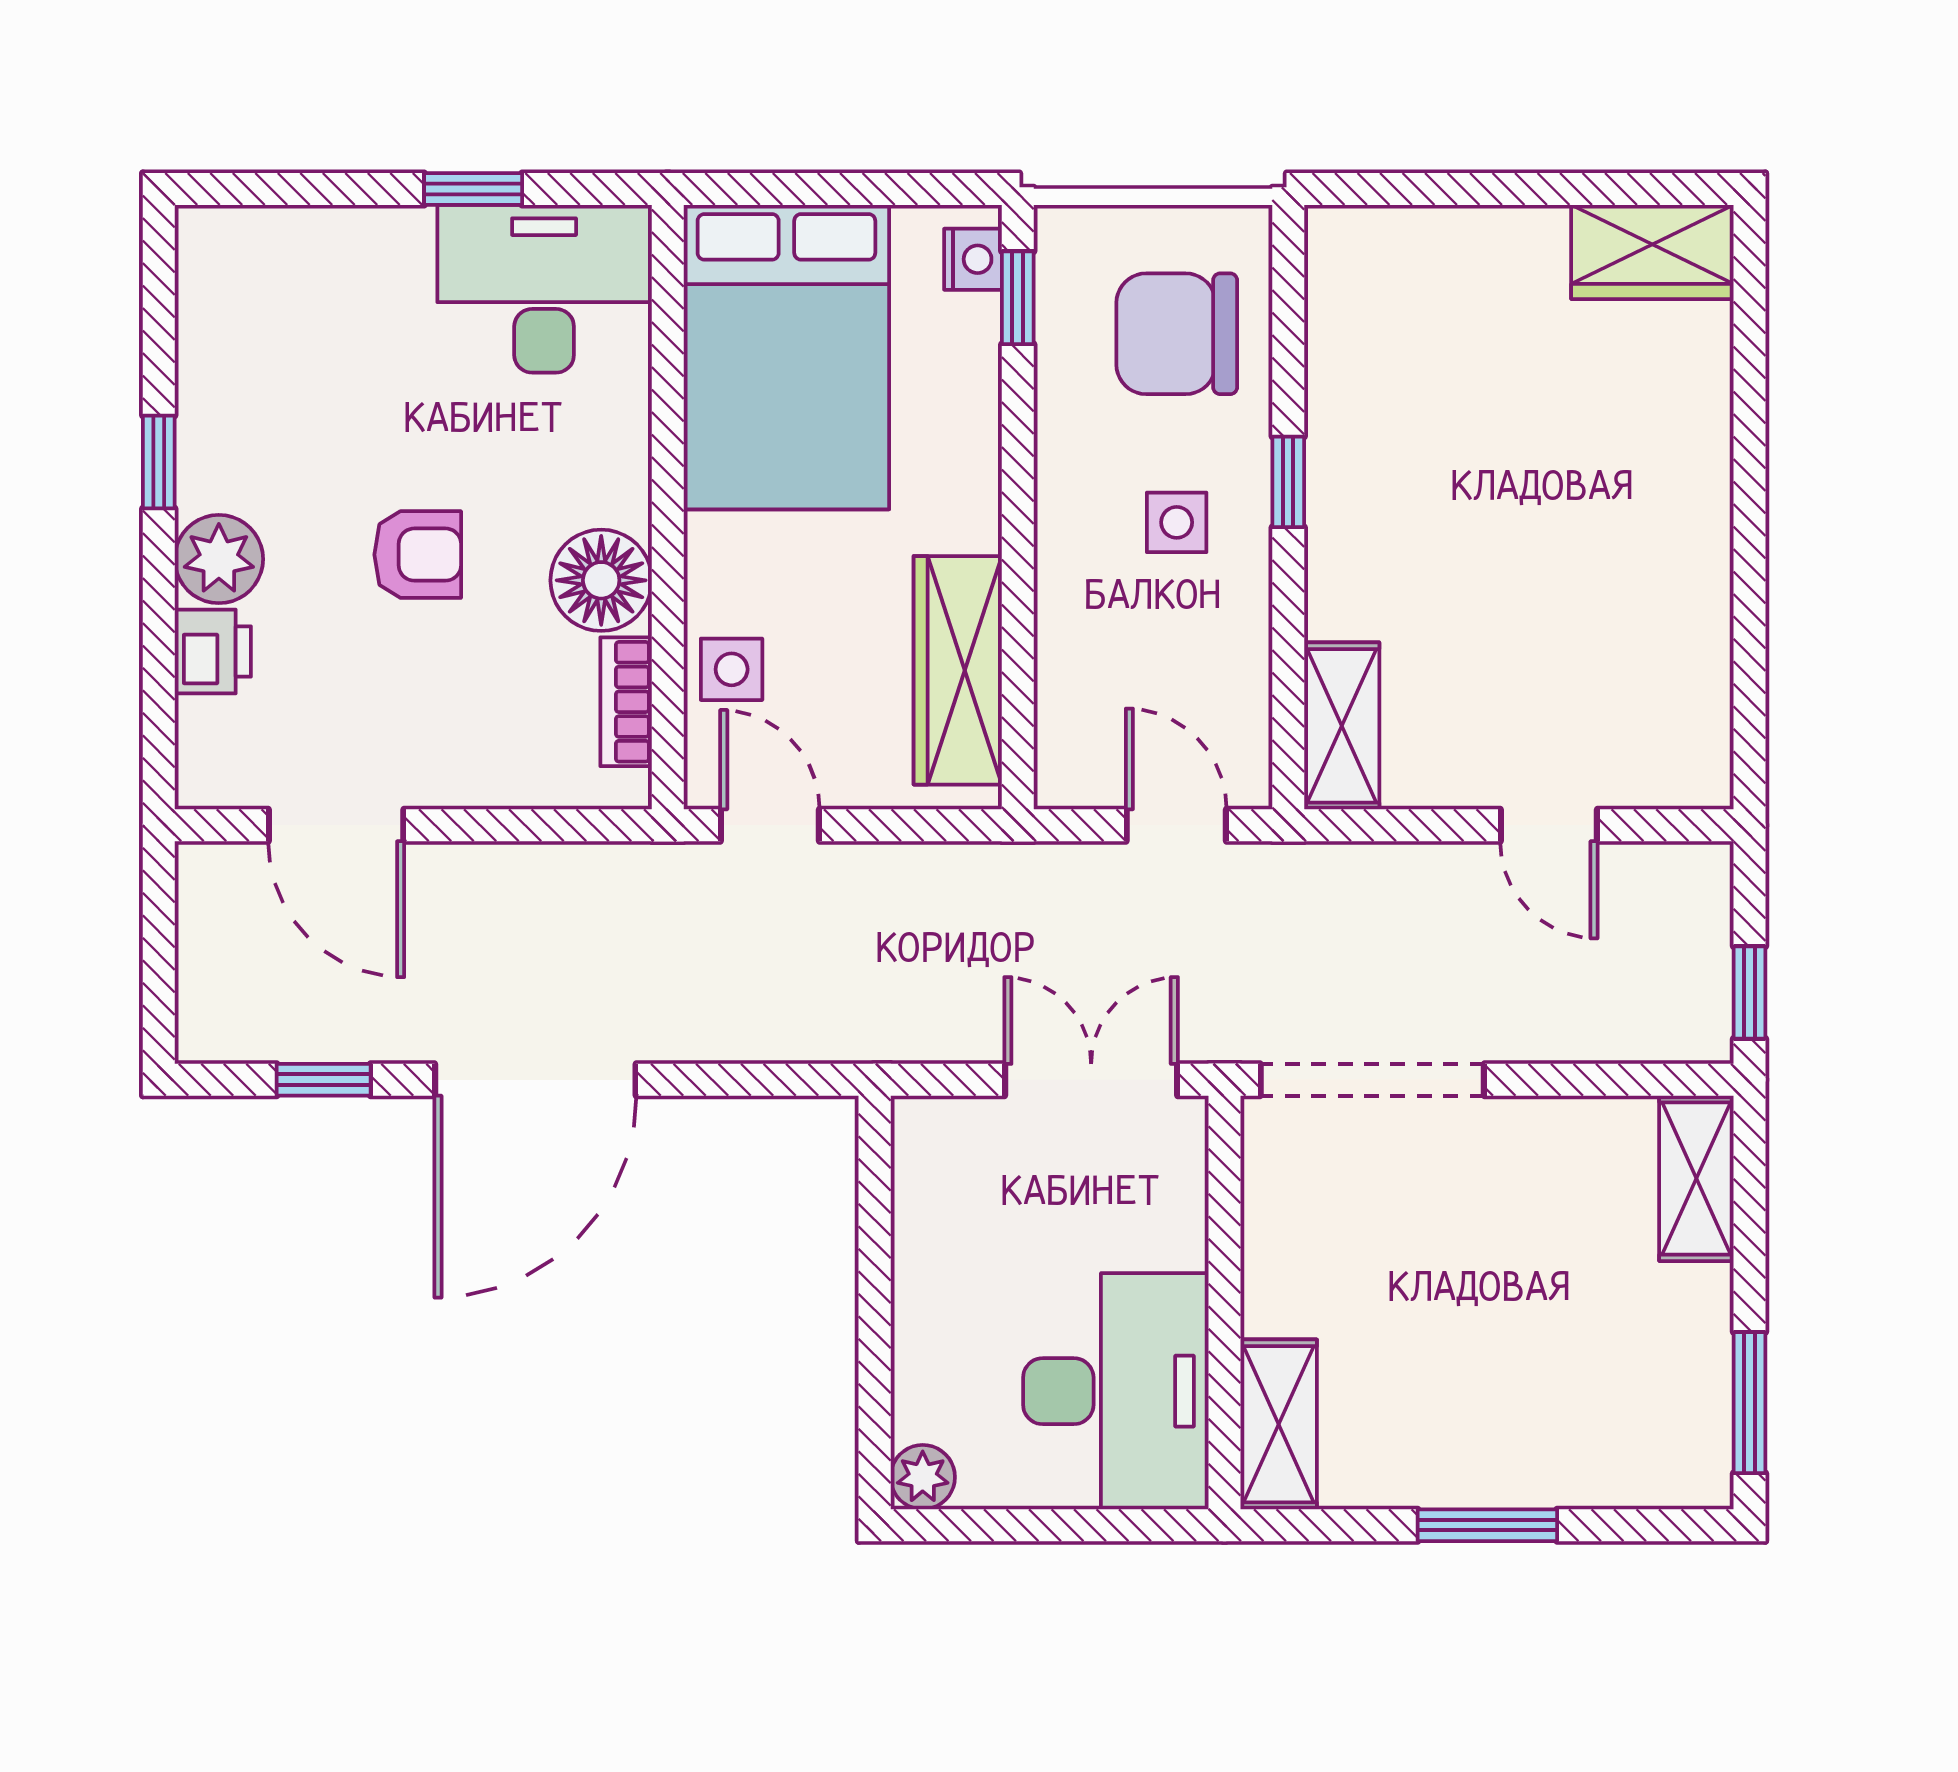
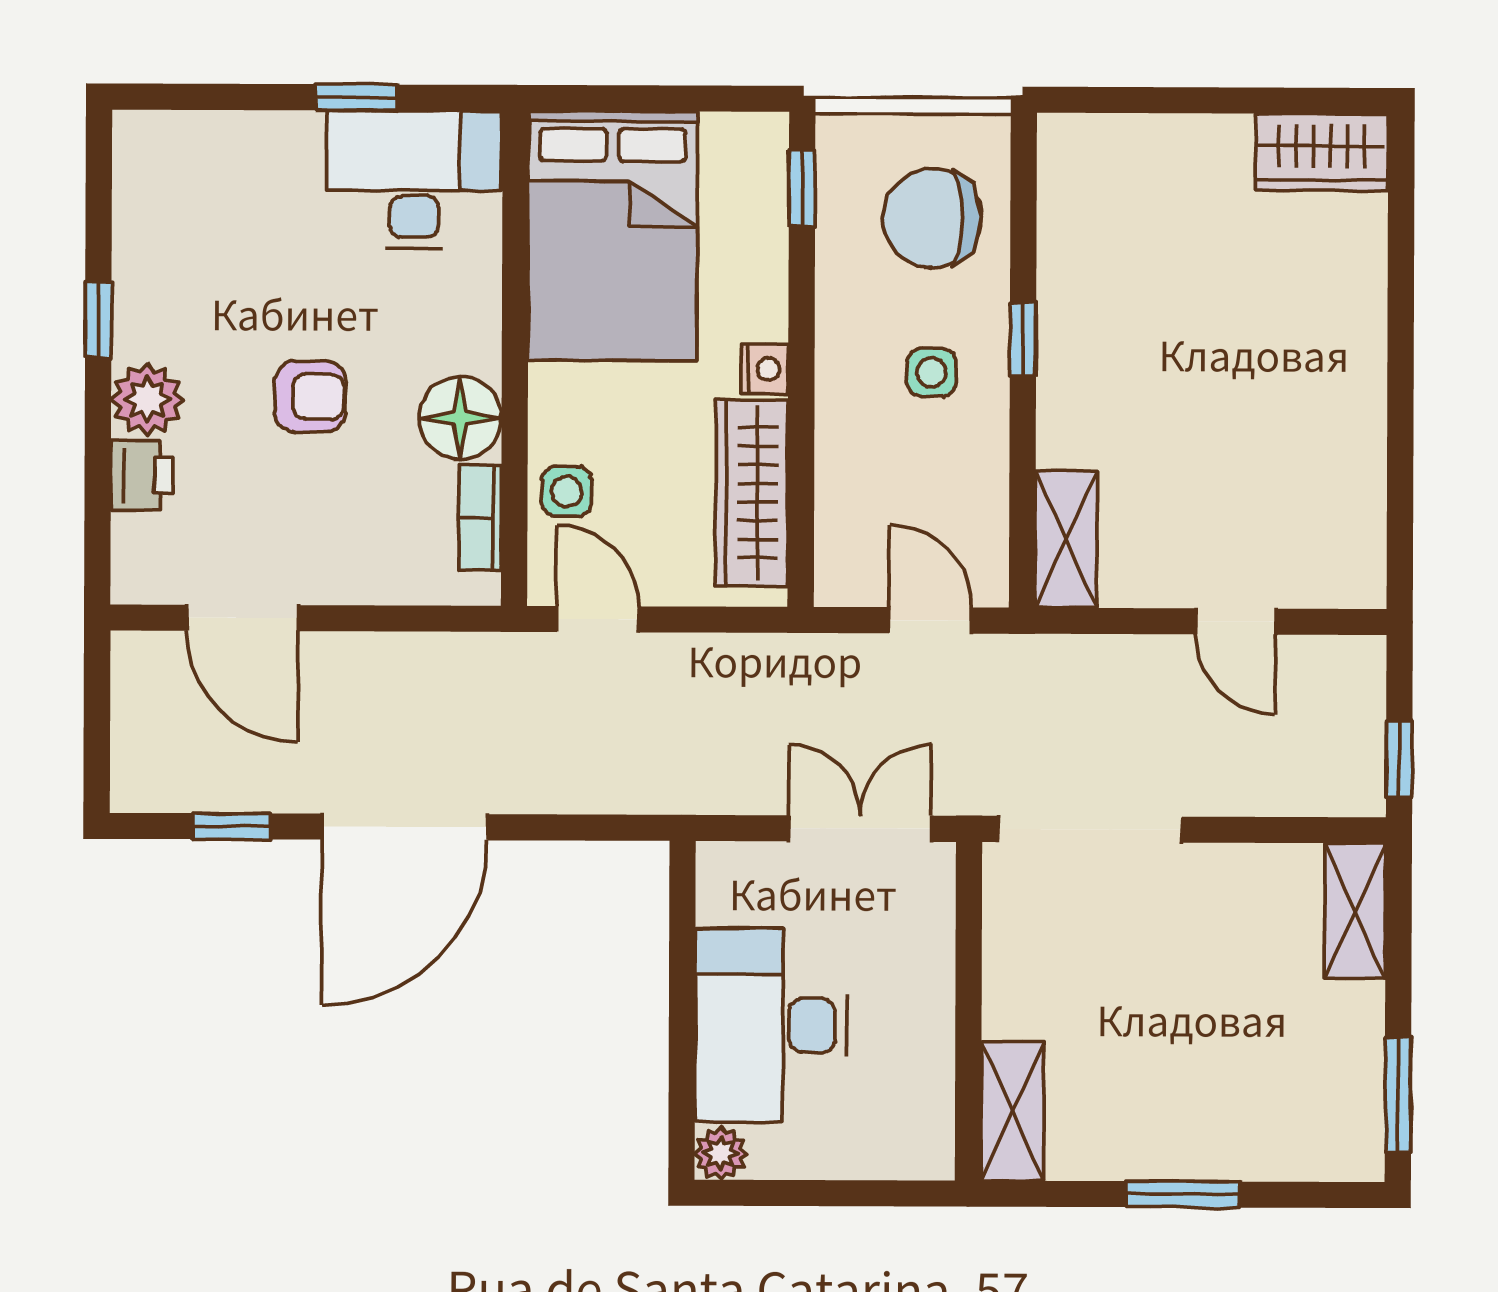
nightstand: (973, 259) -> (765, 369), moved
desk: (1116, 1391) -> (771, 1025), moved, turned 180

